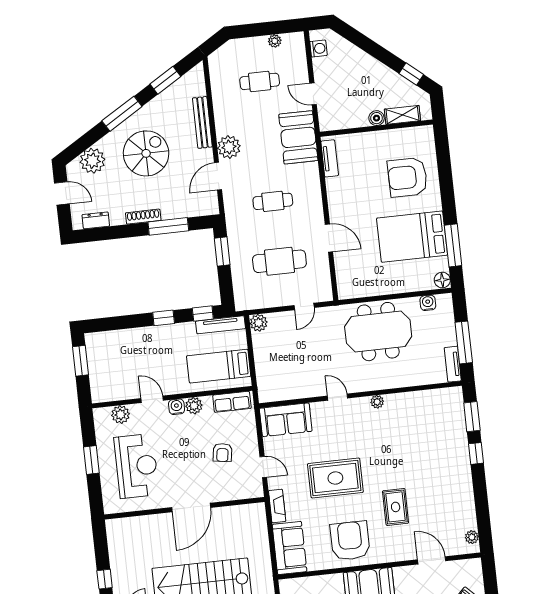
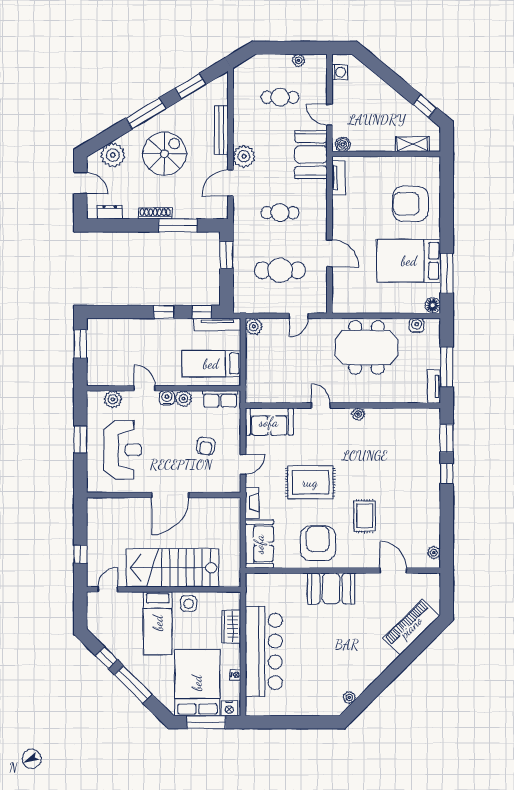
boiler: (376, 118) -> (343, 144), moved
door: (263, 467) -> (243, 464), hinge flipped

